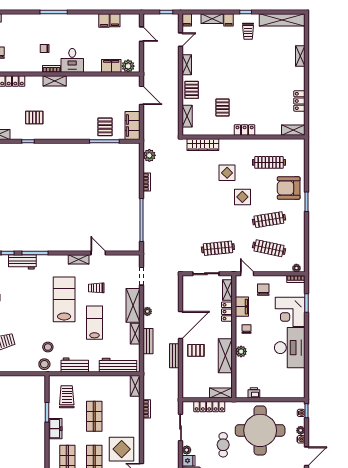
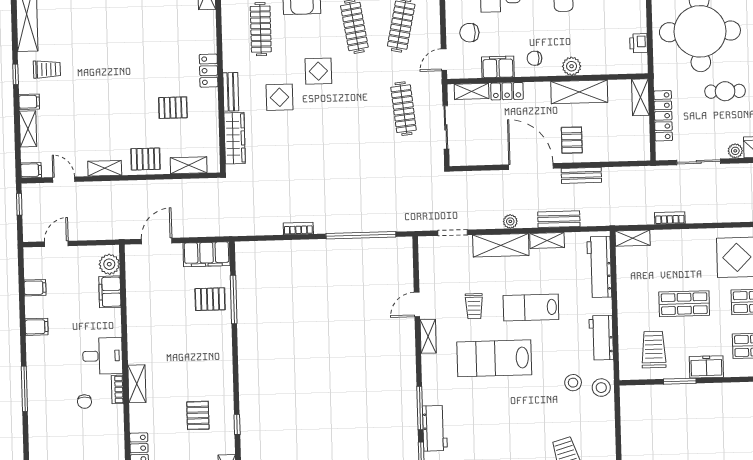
filing cabinet: (104, 21) -> (37, 327), moved
bench: (231, 143) -> (231, 92), added
plant: (149, 155) -> (255, 225), removed
trolley: (67, 397) -> (654, 350), turned 90

